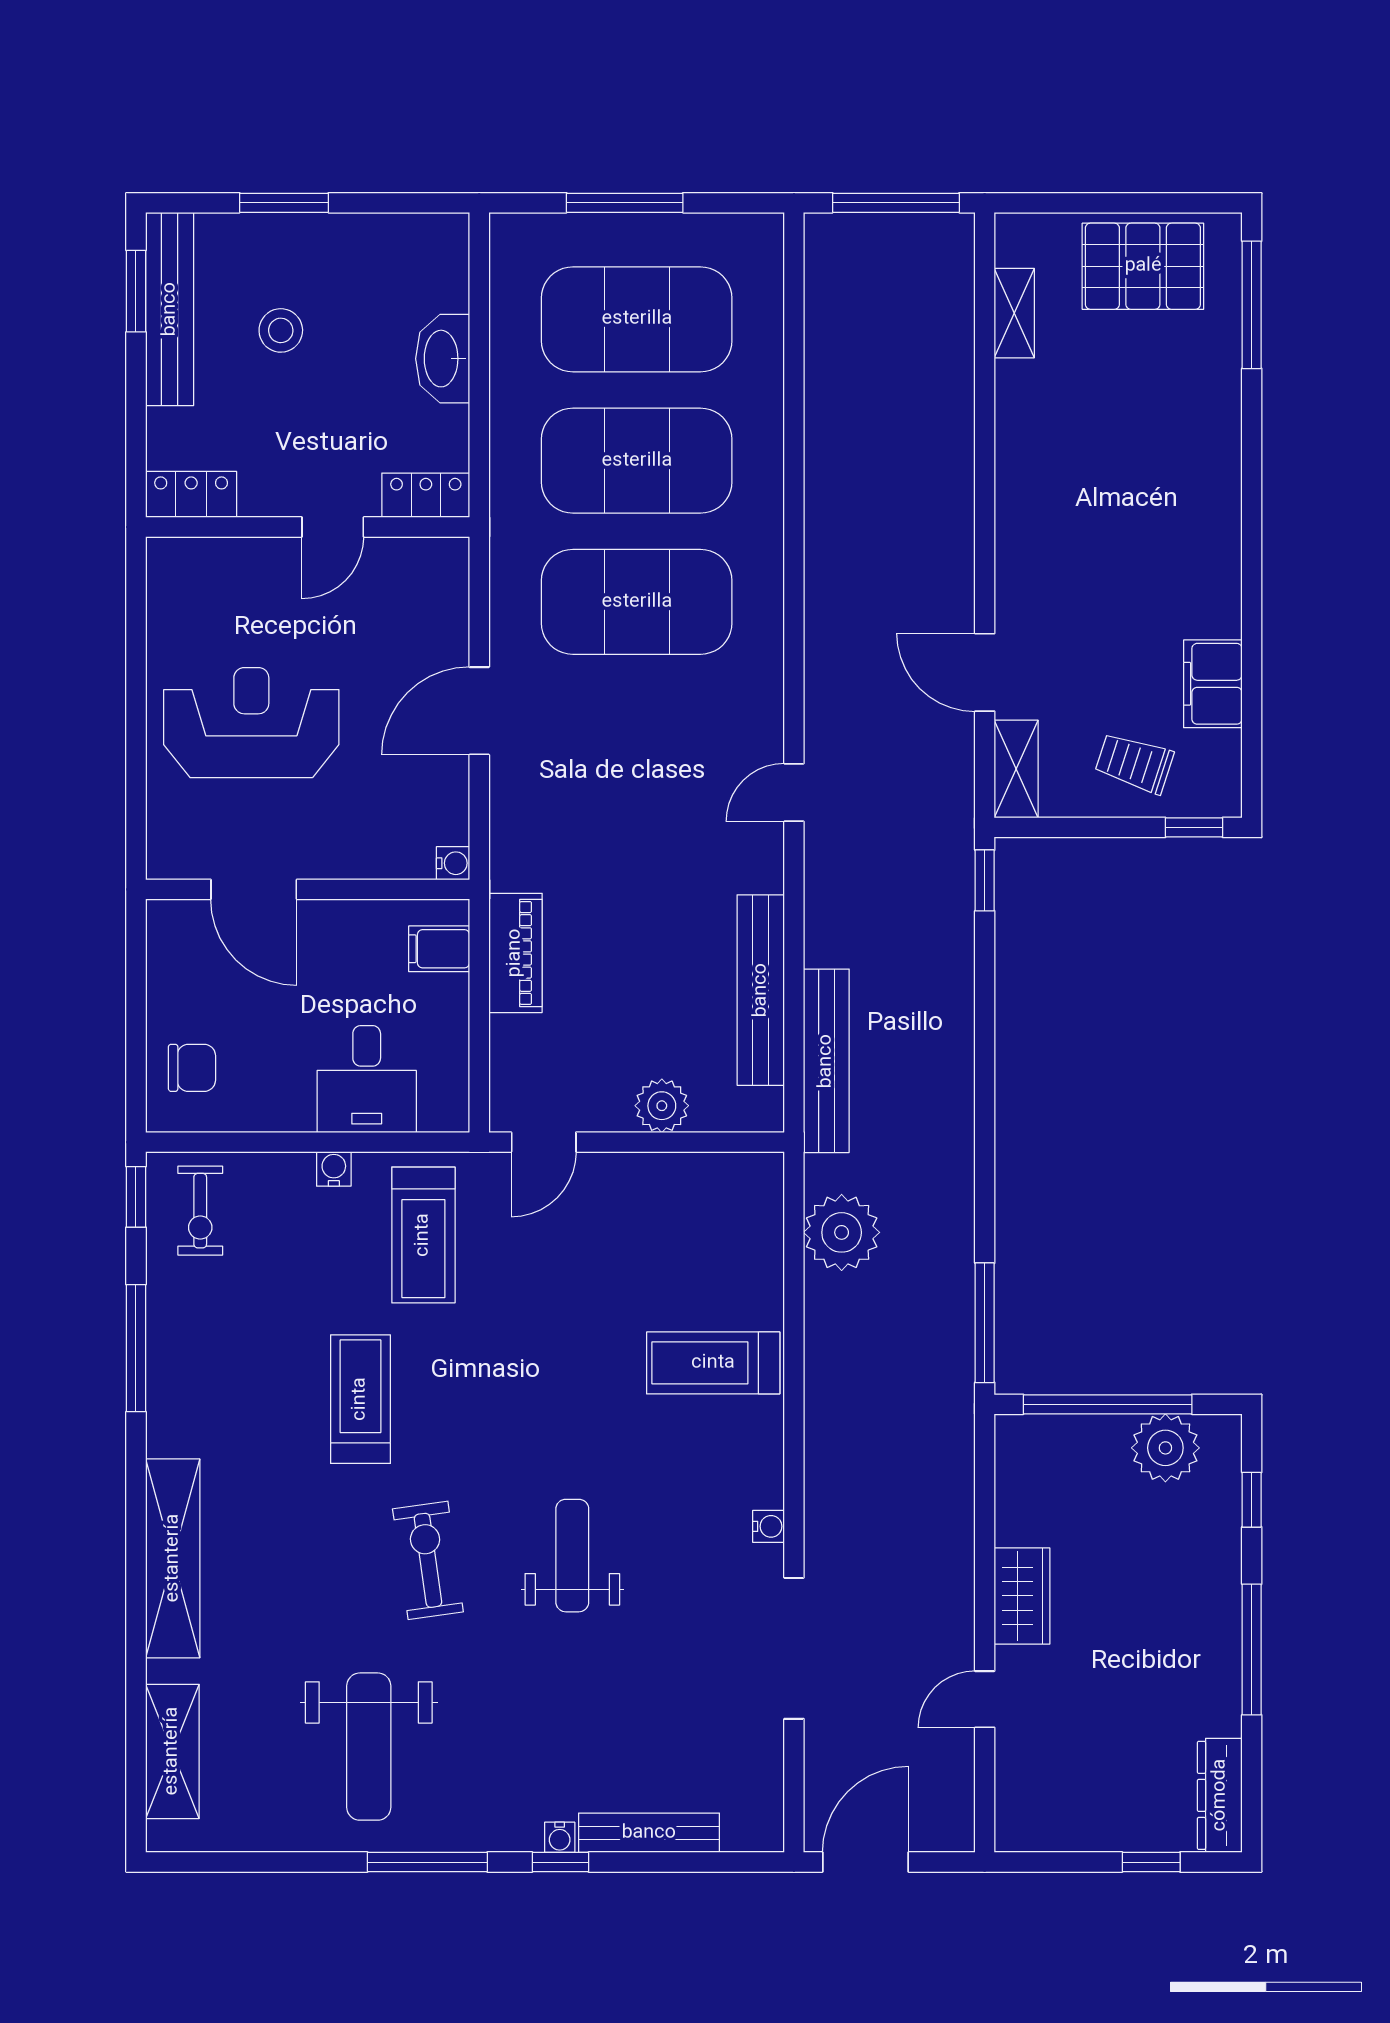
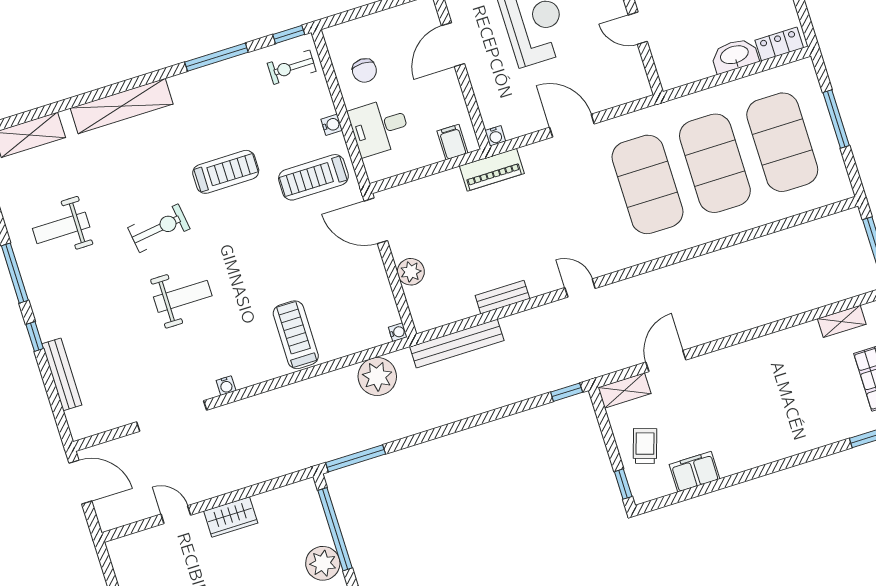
locker: (426, 495) -> (779, 44), moved, turned -90
piano: (515, 953) -> (492, 170), moved
bench: (761, 990) -> (502, 297), width x0.54, depth x0.82
chair: (192, 1068) -> (364, 70), moved
door: (544, 1142) -> (376, 221), width x1.38
weight bench: (369, 1747) -> (61, 228), width x0.73, depth x0.75
water cooler: (560, 1837) -> (398, 332), moved, turned 180

